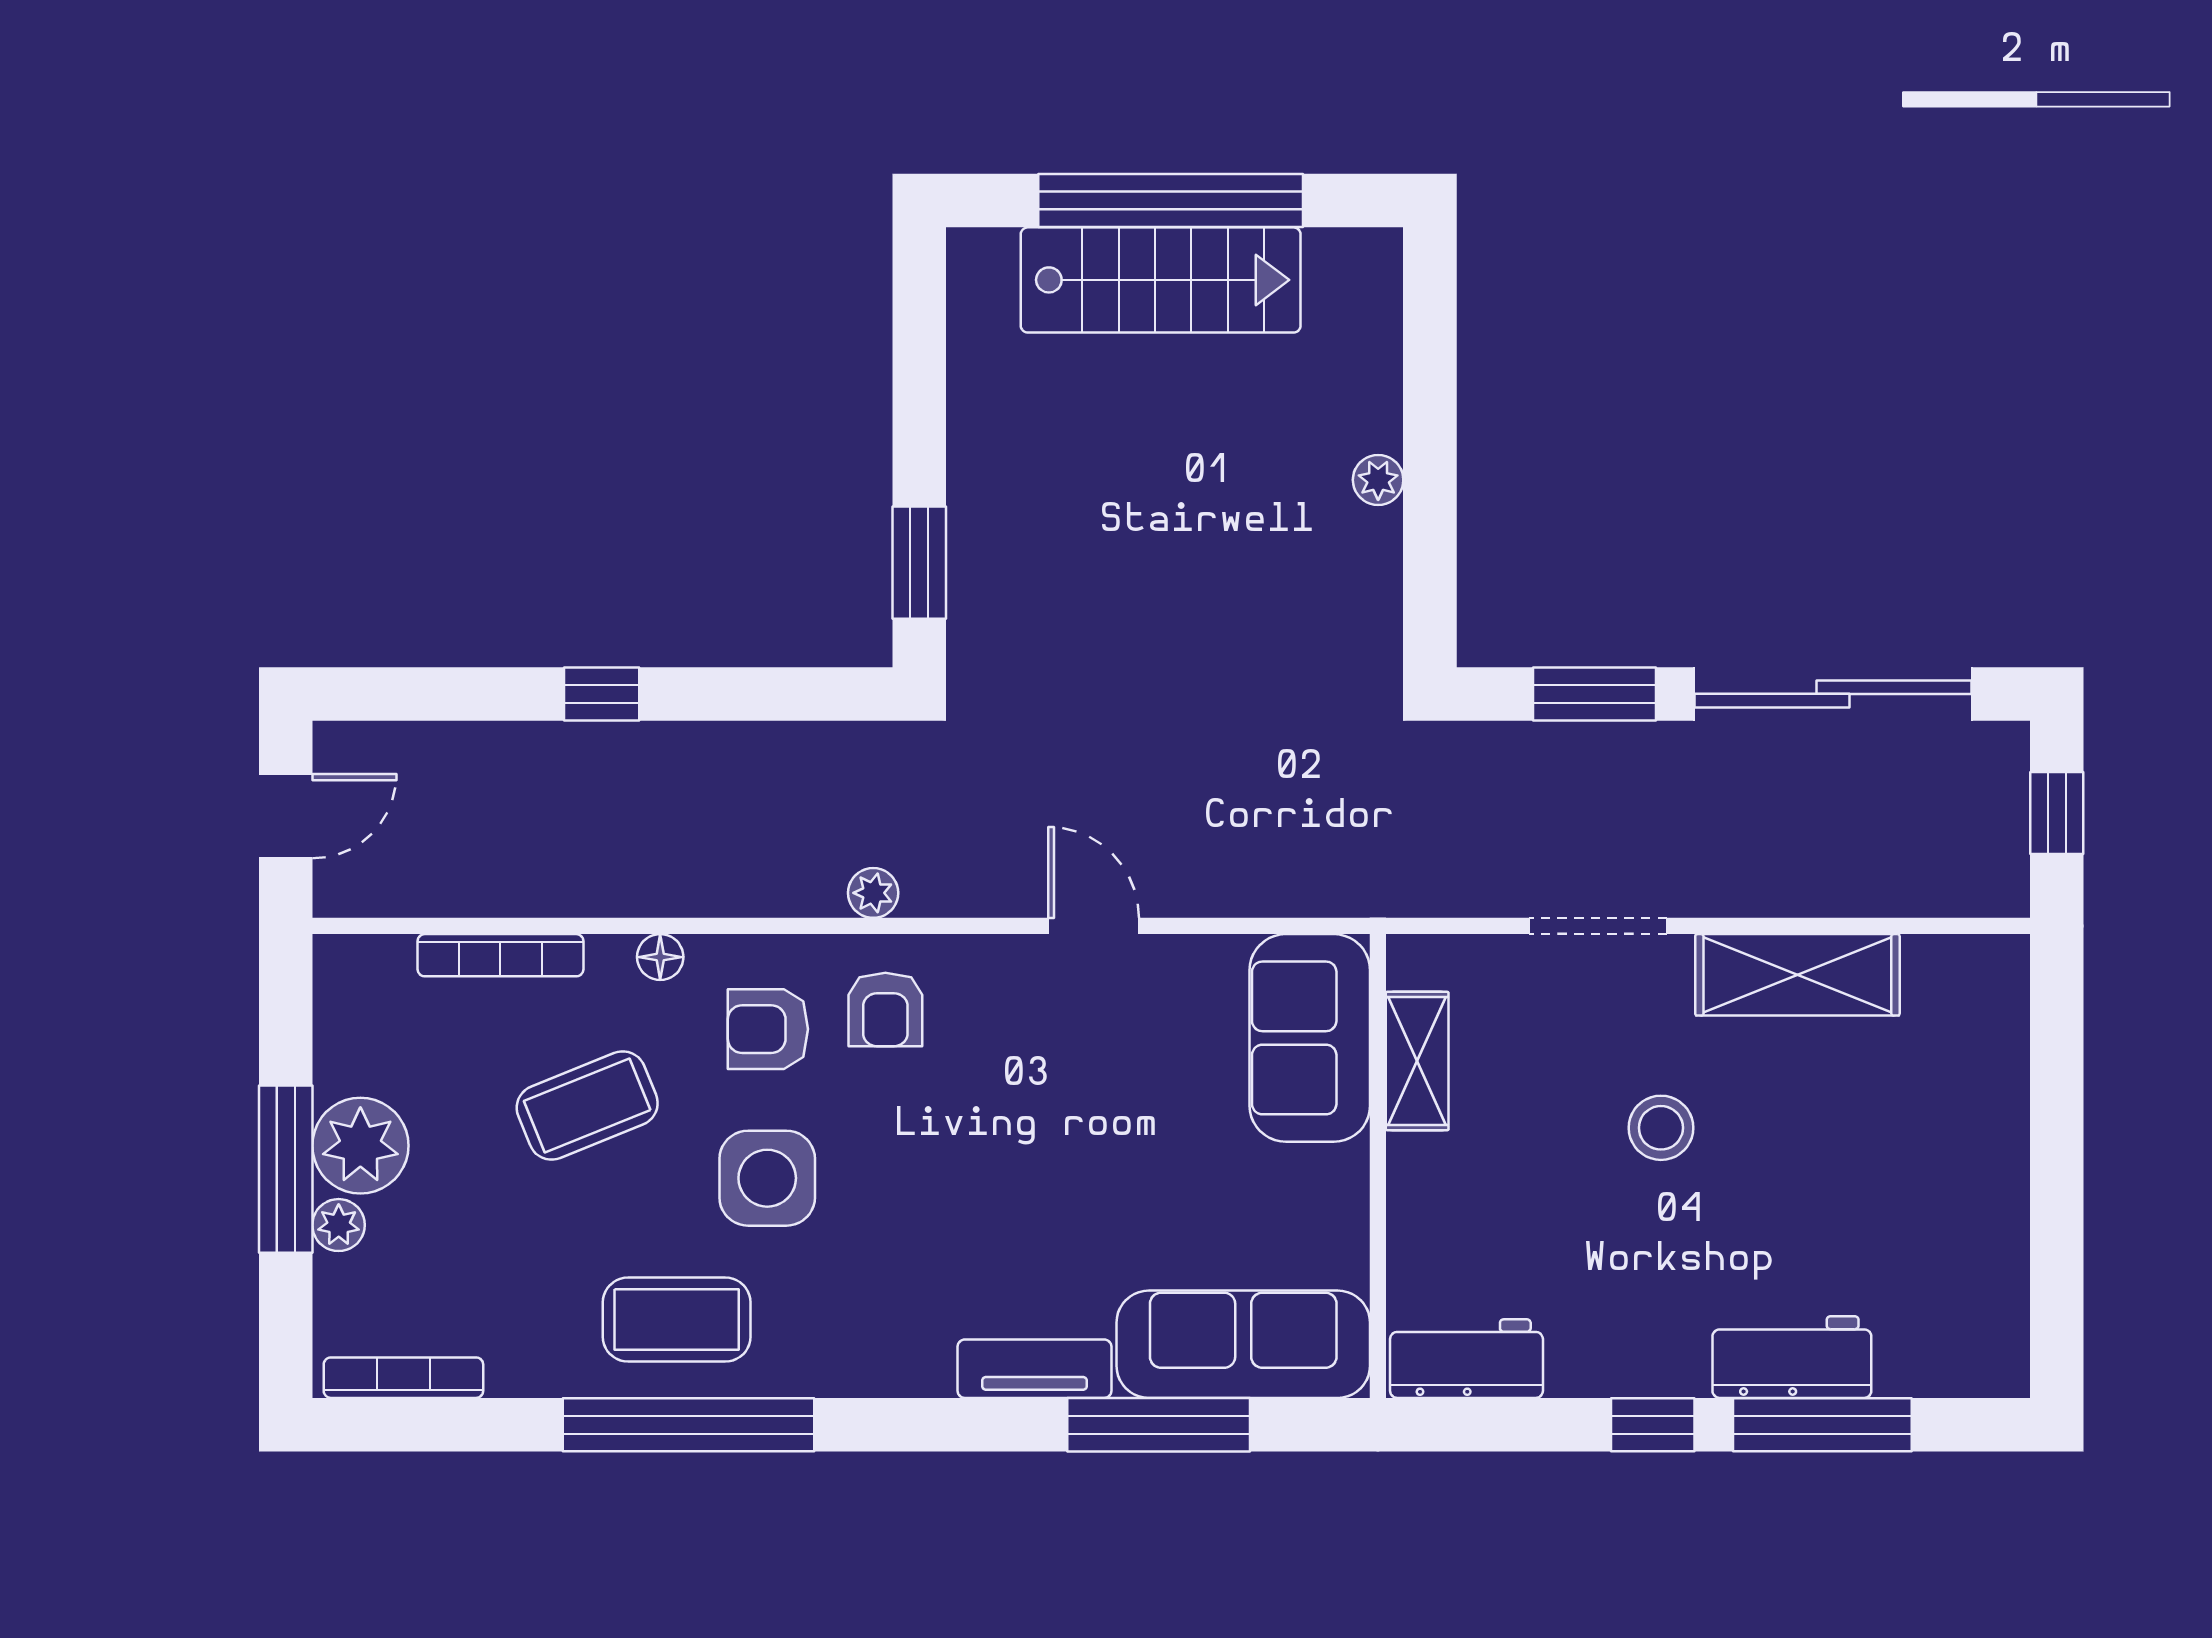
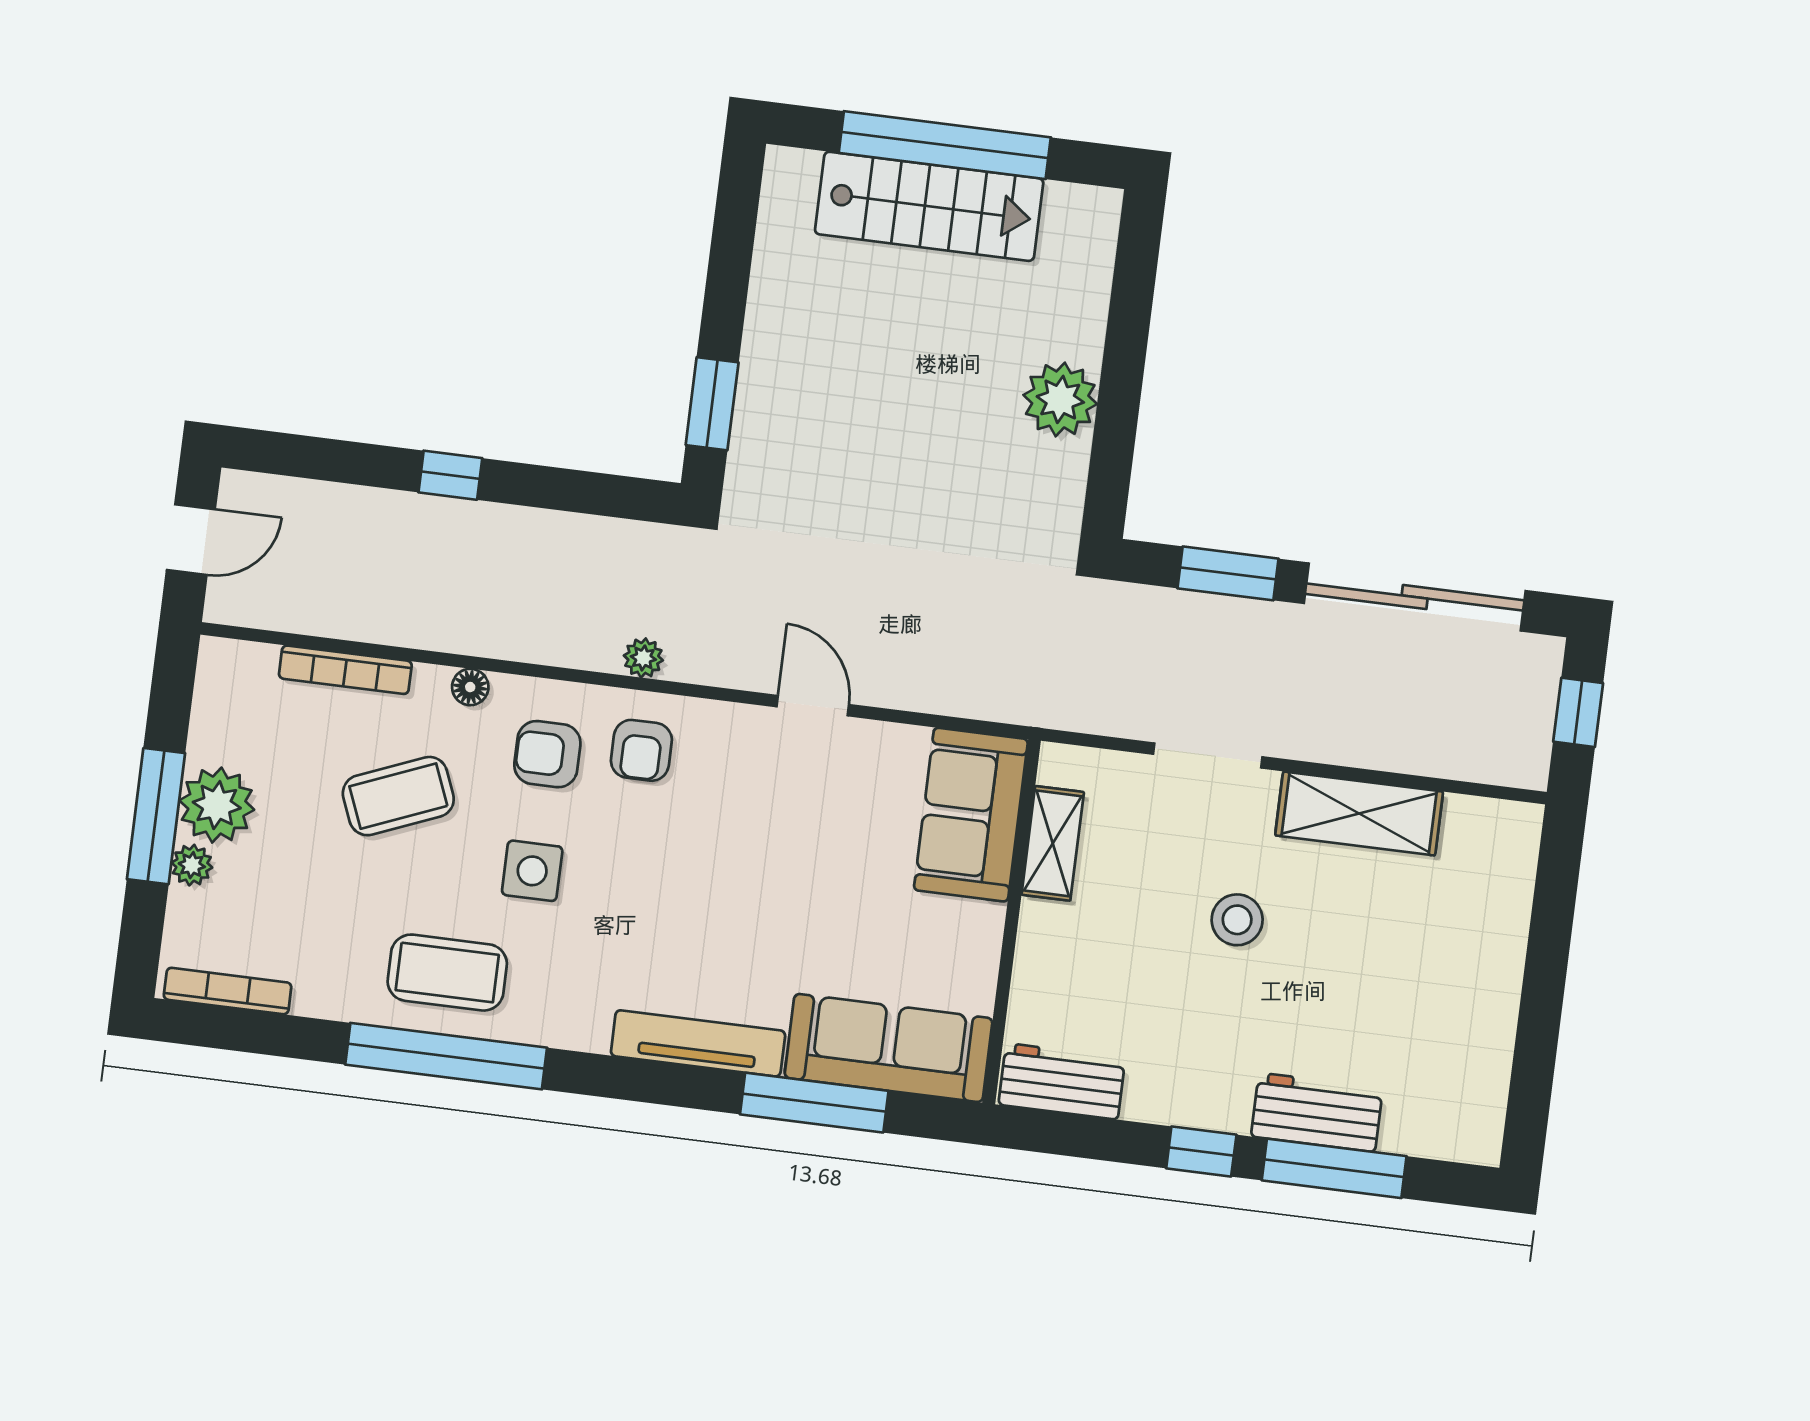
plant: (1378, 480) -> (1060, 399), width x1.88, depth x1.88
side table: (767, 1178) -> (532, 871), width x0.73, depth x0.73
tv unit: (1034, 1369) -> (698, 1043), width x1.41

